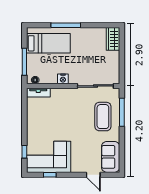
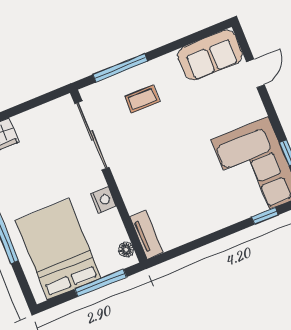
bed: (48, 43) -> (58, 249), width x1.50
coffee table: (103, 117) -> (142, 99), width x0.54, depth x0.58

